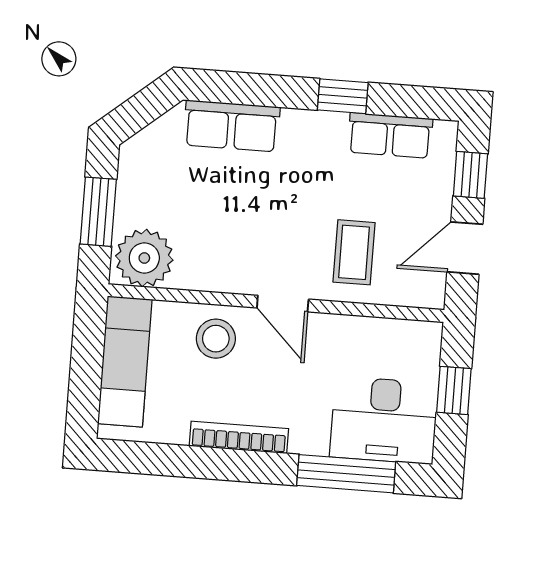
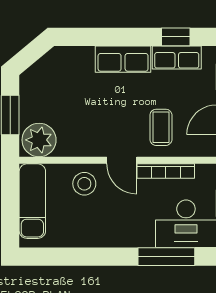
window: (343, 96) -> (176, 37), moved
row of seats: (232, 126) -> (123, 59), moved
bookcase: (239, 437) -> (166, 171), moved, turned 180

